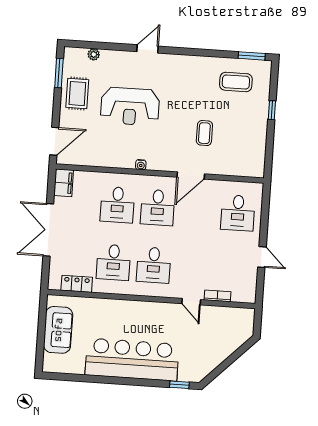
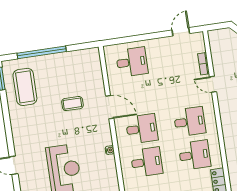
coffee table: (236, 82) -> (25, 87), width x1.36, depth x1.32
window: (272, 110) -> (42, 52), width x3.17
door: (262, 257) -> (181, 32), moved
door: (191, 302) -> (213, 84), swing flipped

